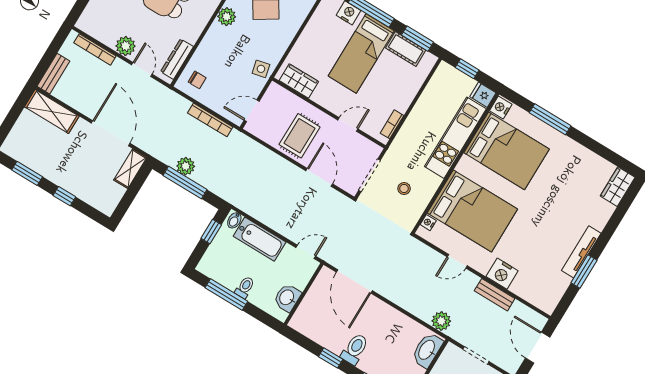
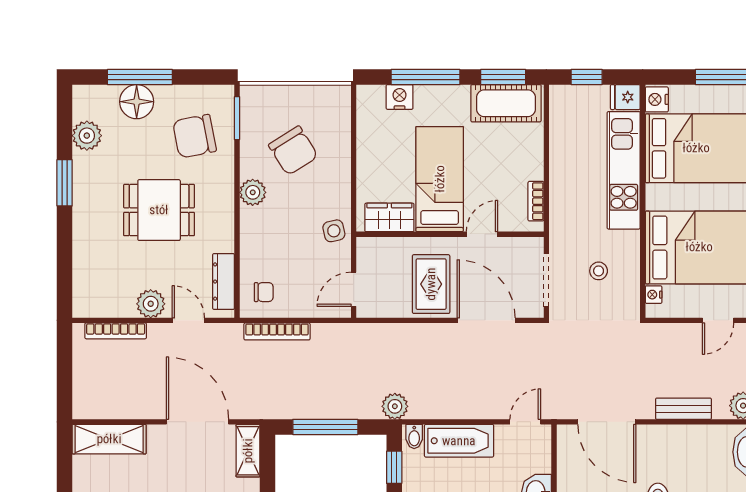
cot: (406, 49) -> (506, 103), width x1.37, depth x1.34
bed: (361, 53) -> (440, 179), moved, turned 180
bench: (53, 74) -> (683, 409), moved, turned 90
bookcase: (210, 120) -> (277, 331), moved
plant: (186, 166) -> (395, 406), moved
door: (319, 177) -> (486, 320), width x1.36

